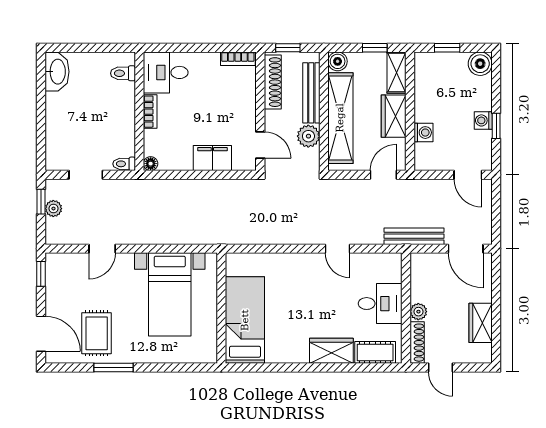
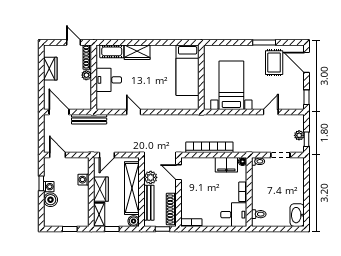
boiler: (480, 64) -> (50, 200), moved
filing cabinet: (212, 158) -> (226, 165), moved
bookcase: (207, 188) -> (209, 147), added

